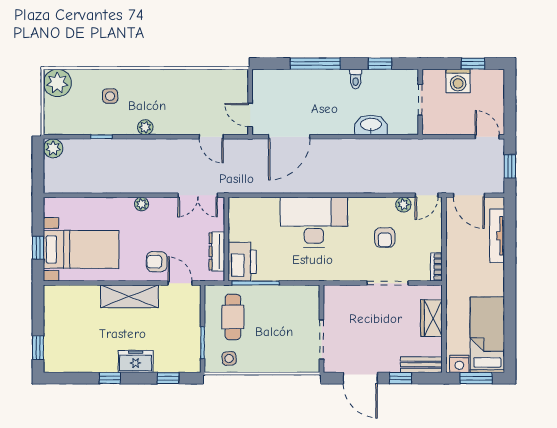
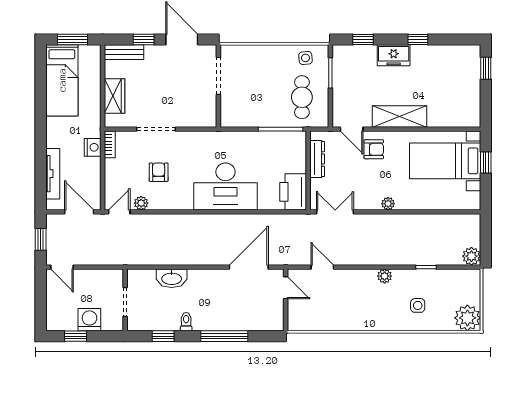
printer: (242, 262) -> (293, 192), moved
nightstand: (459, 364) -> (93, 147), moved, turned 90

